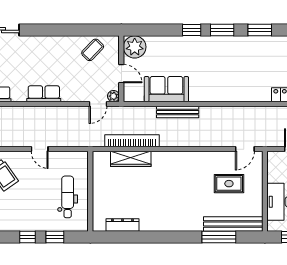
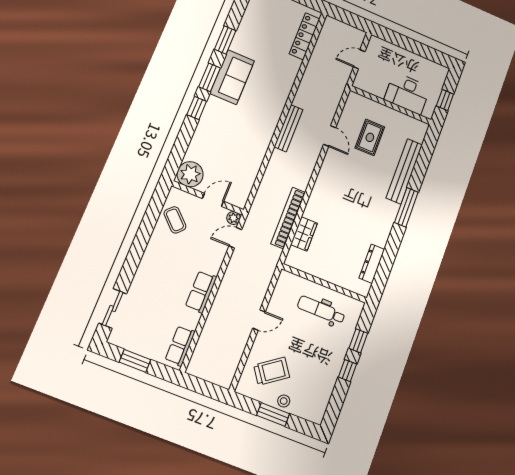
sofa: (166, 89) -> (232, 77), moved, turned 180
door: (98, 104) -> (235, 238), swing flipped
bench: (178, 112) -> (289, 128), moved
door: (245, 149) -> (330, 136), moved
wardrobe: (131, 159) -> (304, 234), width x0.67
bench: (233, 224) -> (404, 171), moved
window: (219, 237) -> (406, 207), moved

